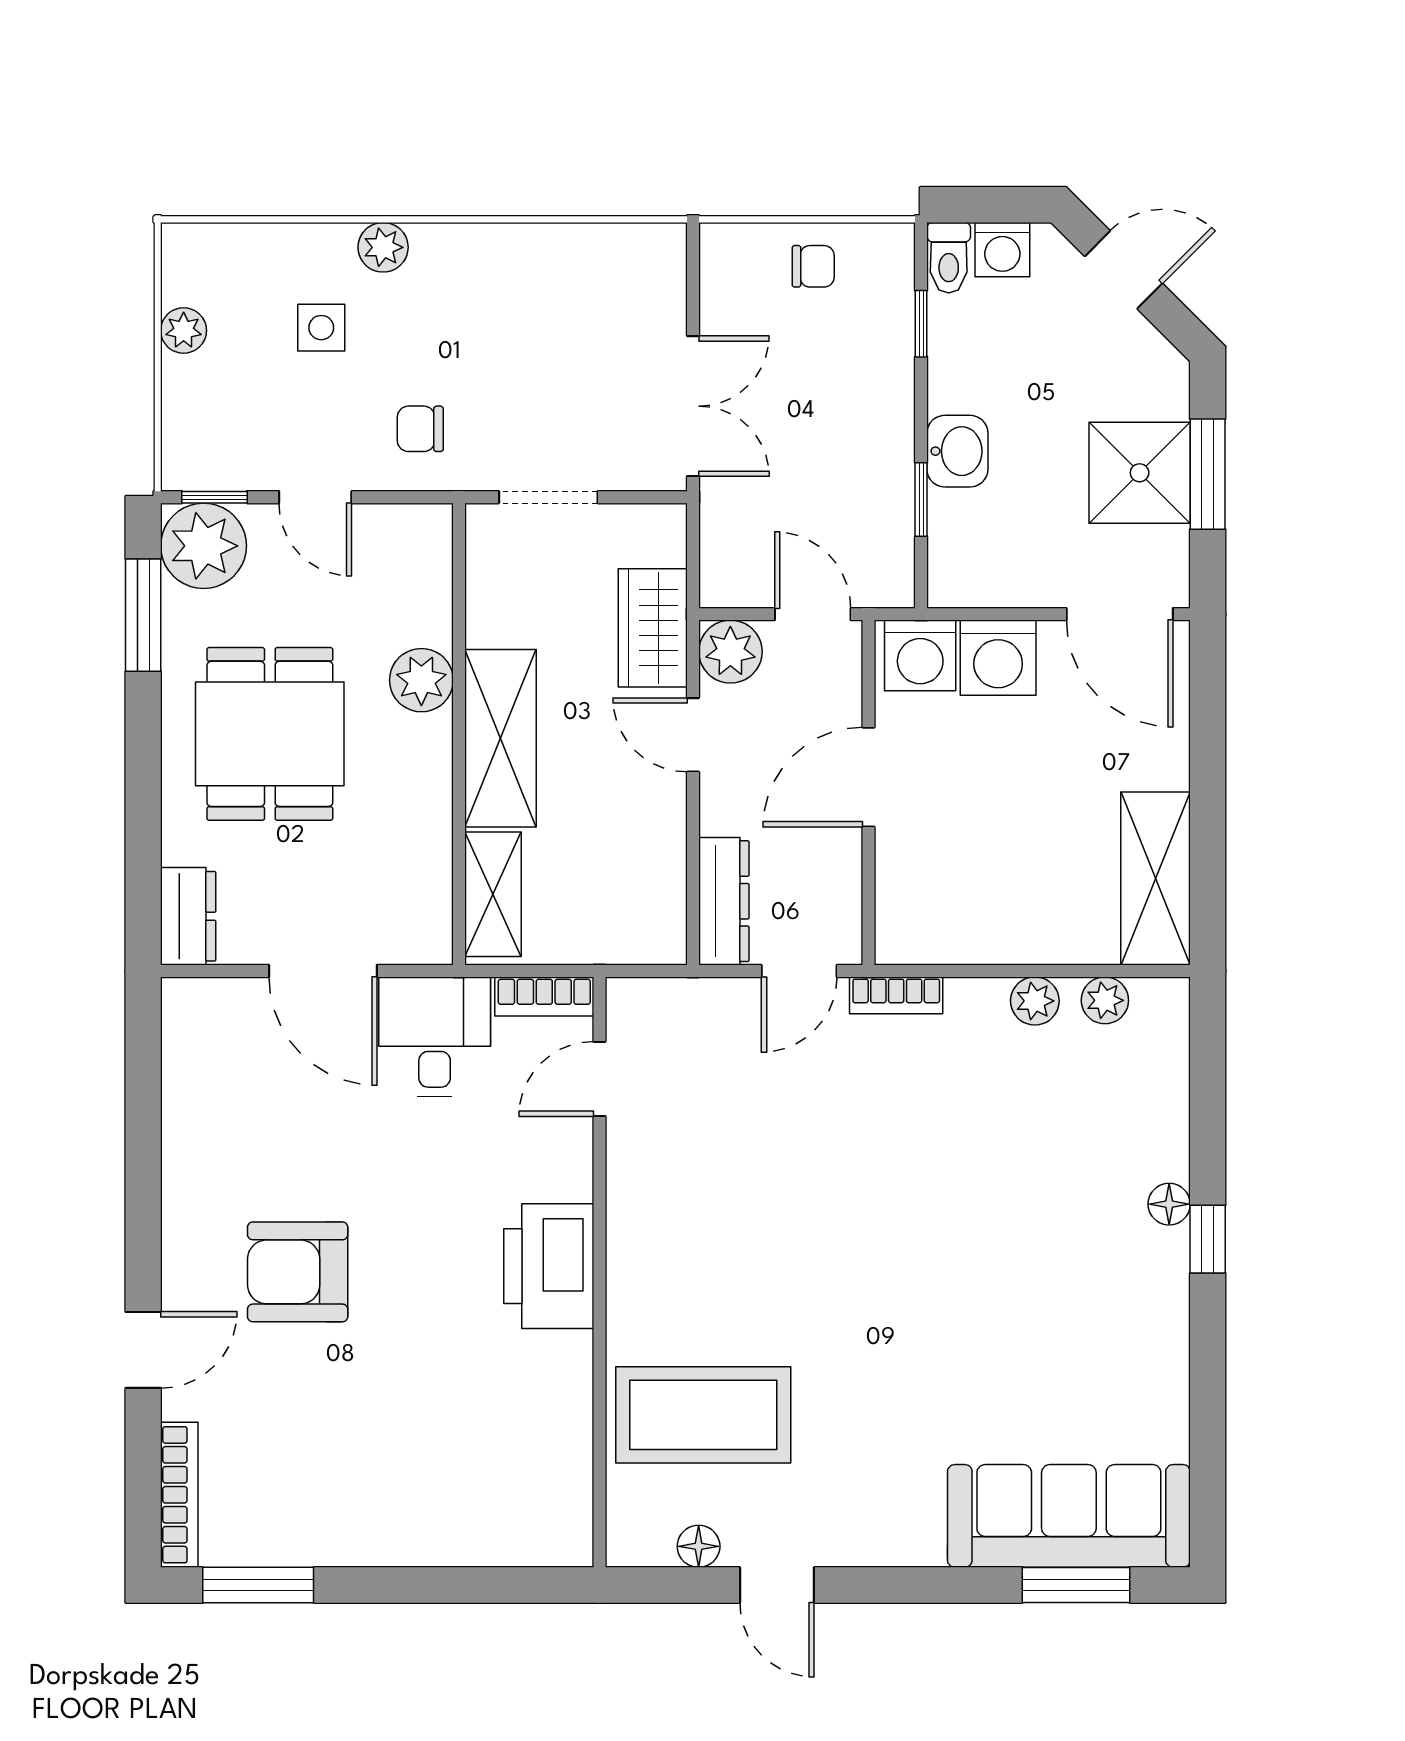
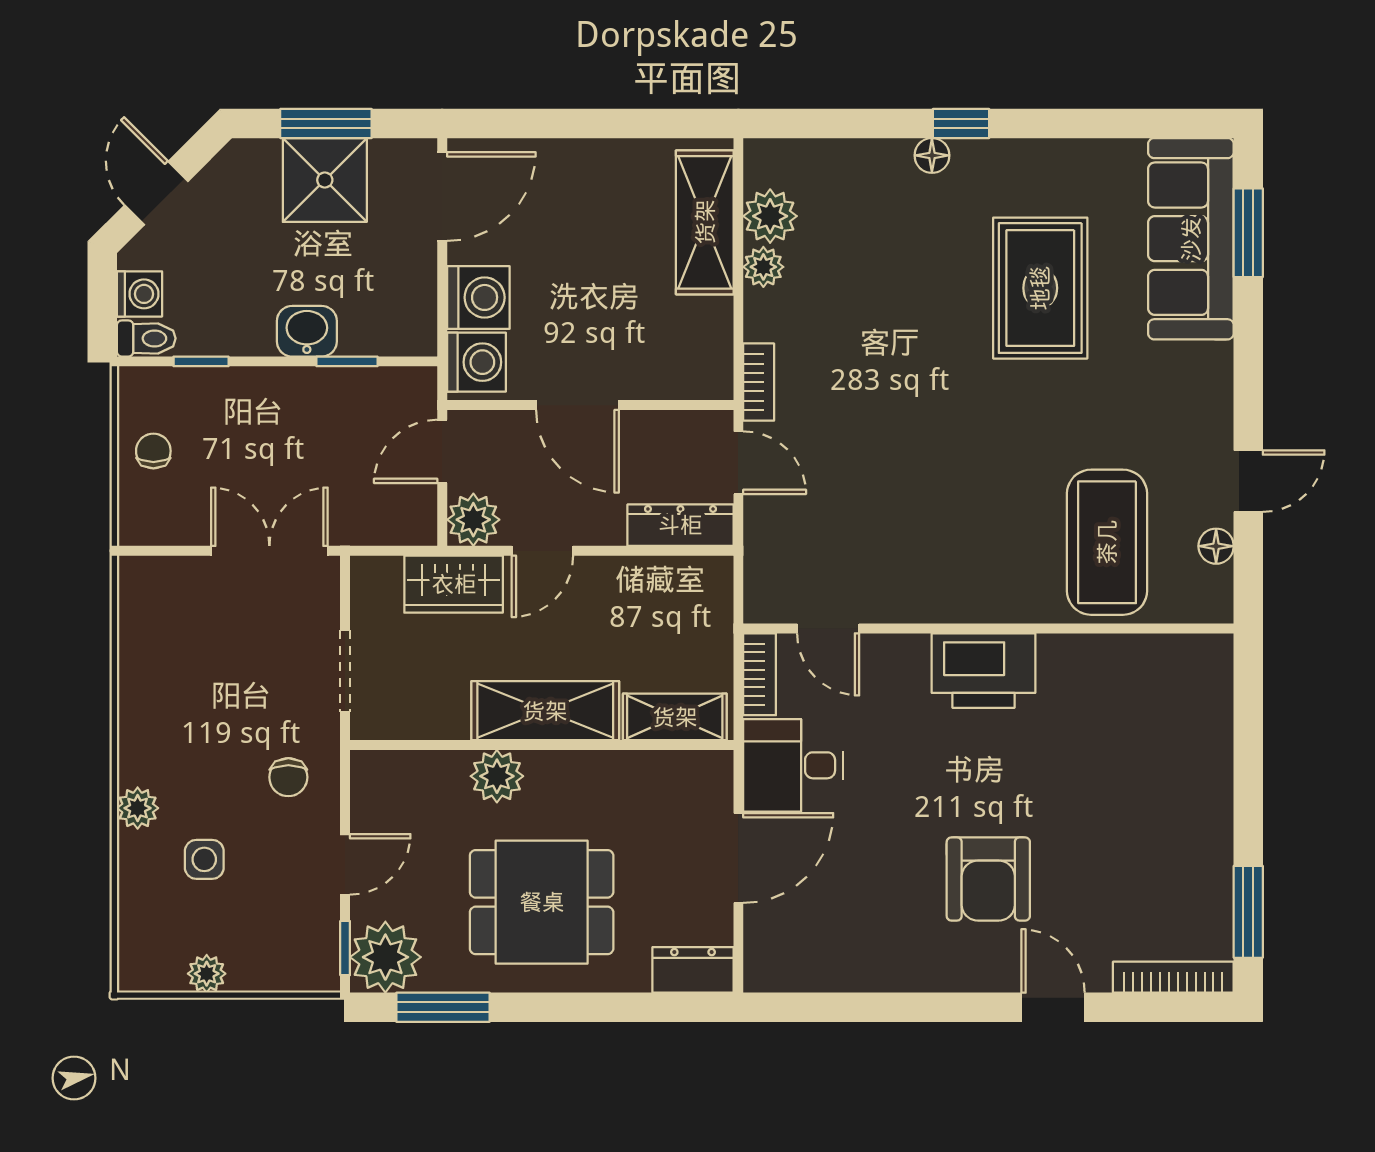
shelving: (1155, 878) -> (705, 222), moved, turned 90
plant: (1105, 1000) -> (770, 216), width x1.38, depth x1.38
rug: (1009, 1335) -> (1040, 288), added

